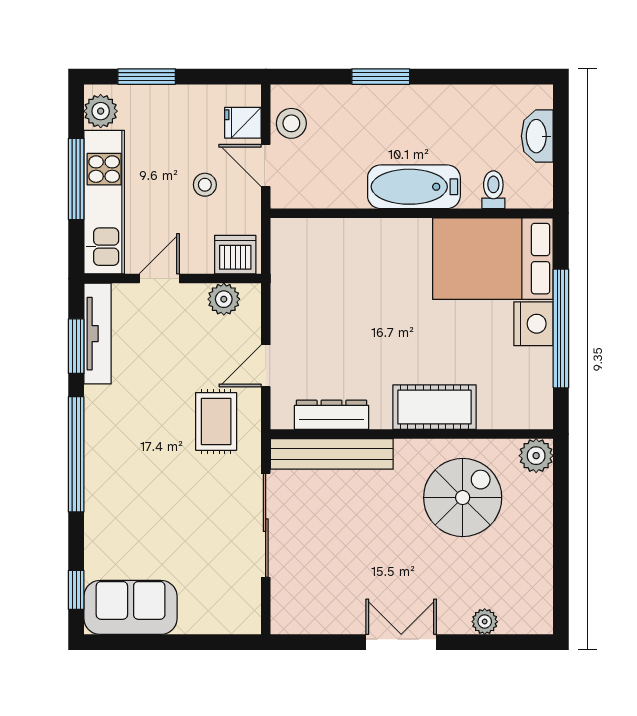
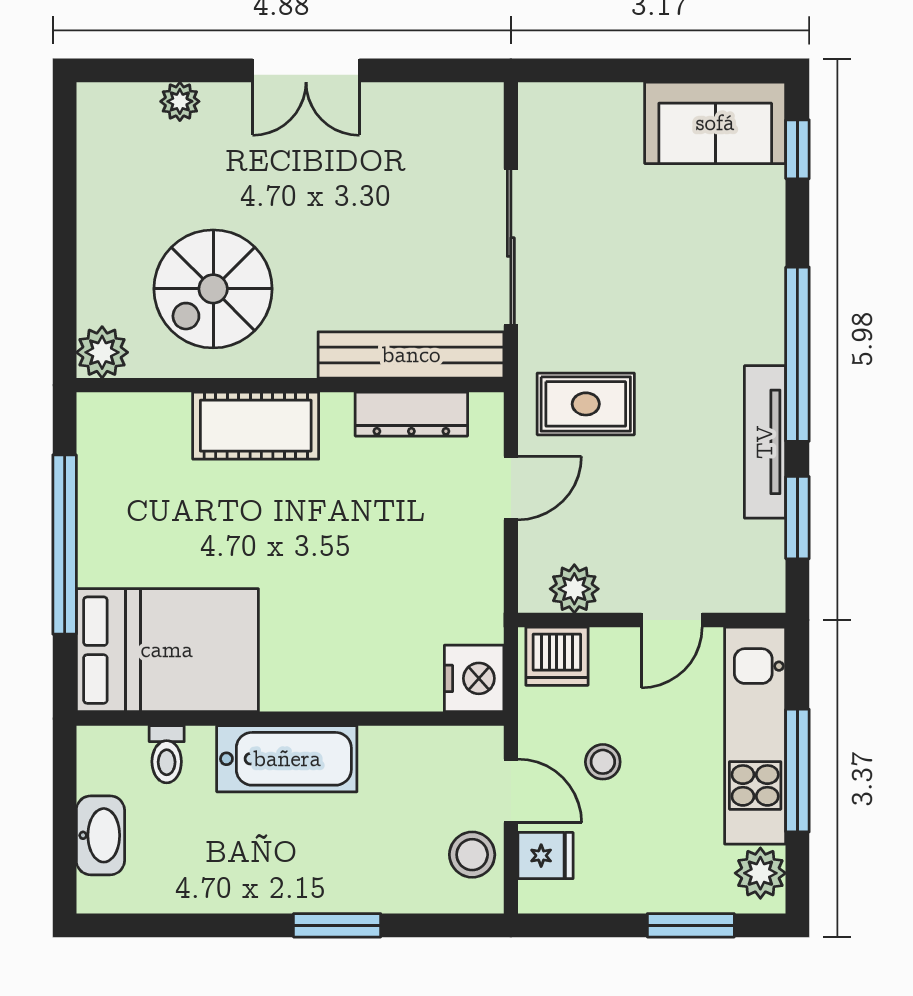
nightstand: (533, 324) -> (474, 678), moved, turned 180
tv unit: (98, 334) -> (765, 442), moved
rug: (216, 421) -> (586, 404), turned 90

